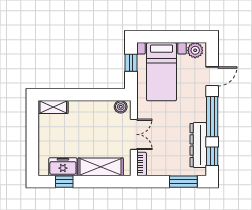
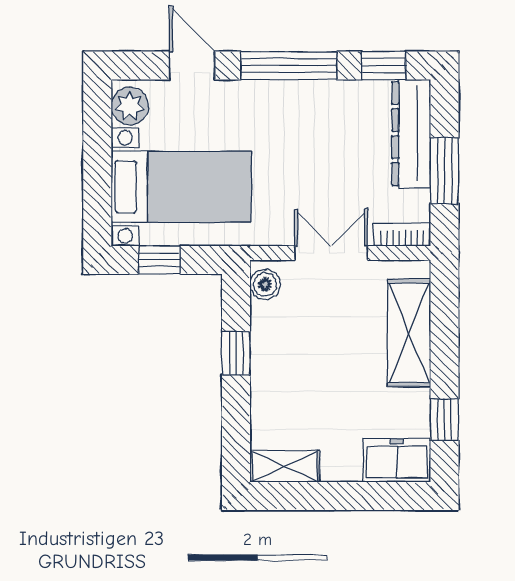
window: (92, 95) -> (236, 353), added
shelving: (53, 107) -> (285, 466), moved, turned 90
dresser: (198, 145) -> (411, 134), moved, turned 90
freezer: (63, 167) -> (397, 460), moved, turned 90
window: (183, 182) -> (444, 171), moved

